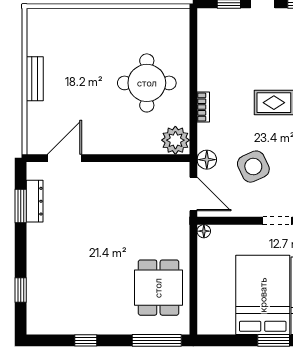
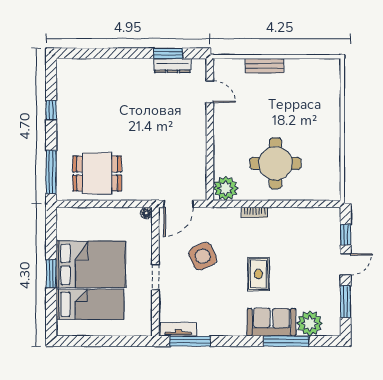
bench: (35, 79) -> (265, 66), moved
door: (65, 158) -> (210, 92), width x0.73
floor lamp: (207, 160) -> (209, 216), removed
window: (21, 290) -> (95, 53), removed

